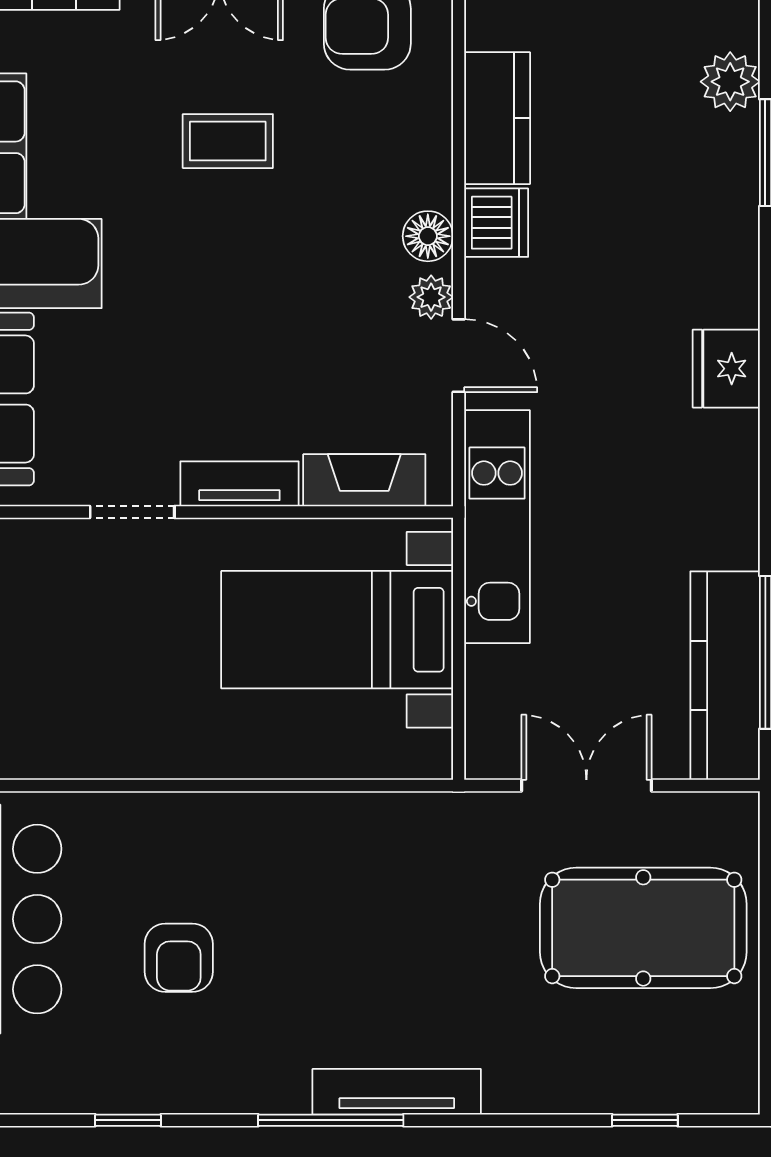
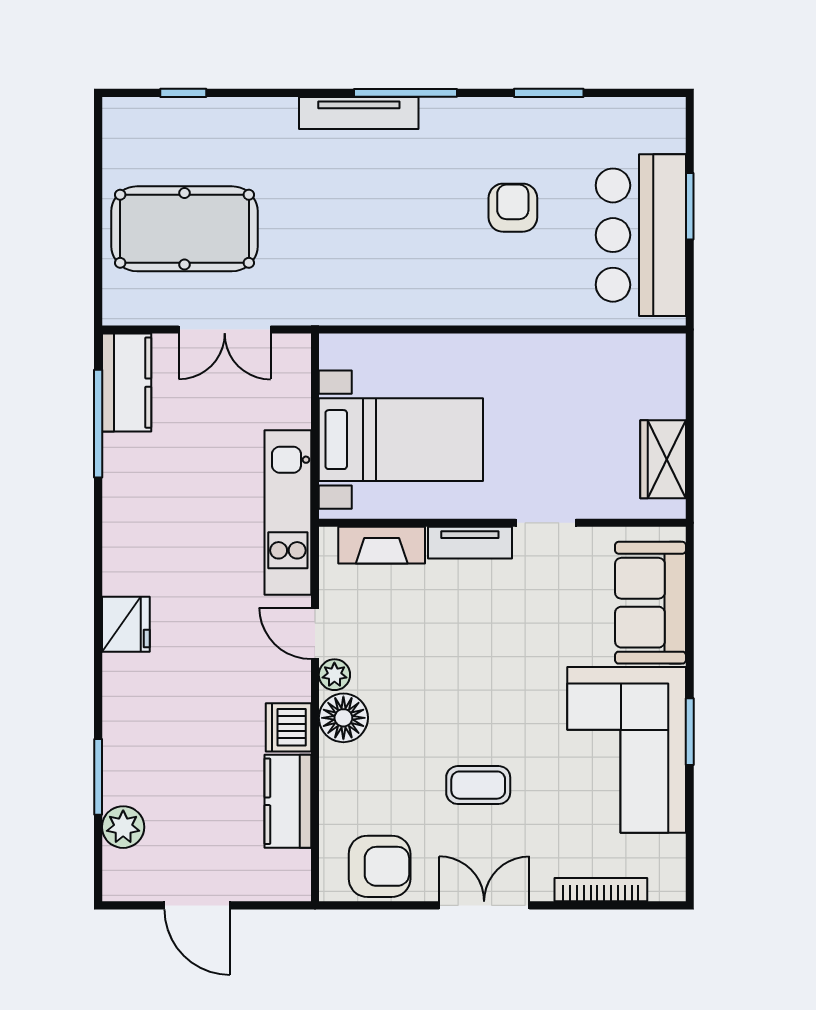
floor lamp: (428, 236) -> (343, 718), width x1.38, depth x1.38
kitchen counter: (725, 676) -> (127, 383), width x0.67
window: (128, 1120) -> (549, 93), width x1.50

